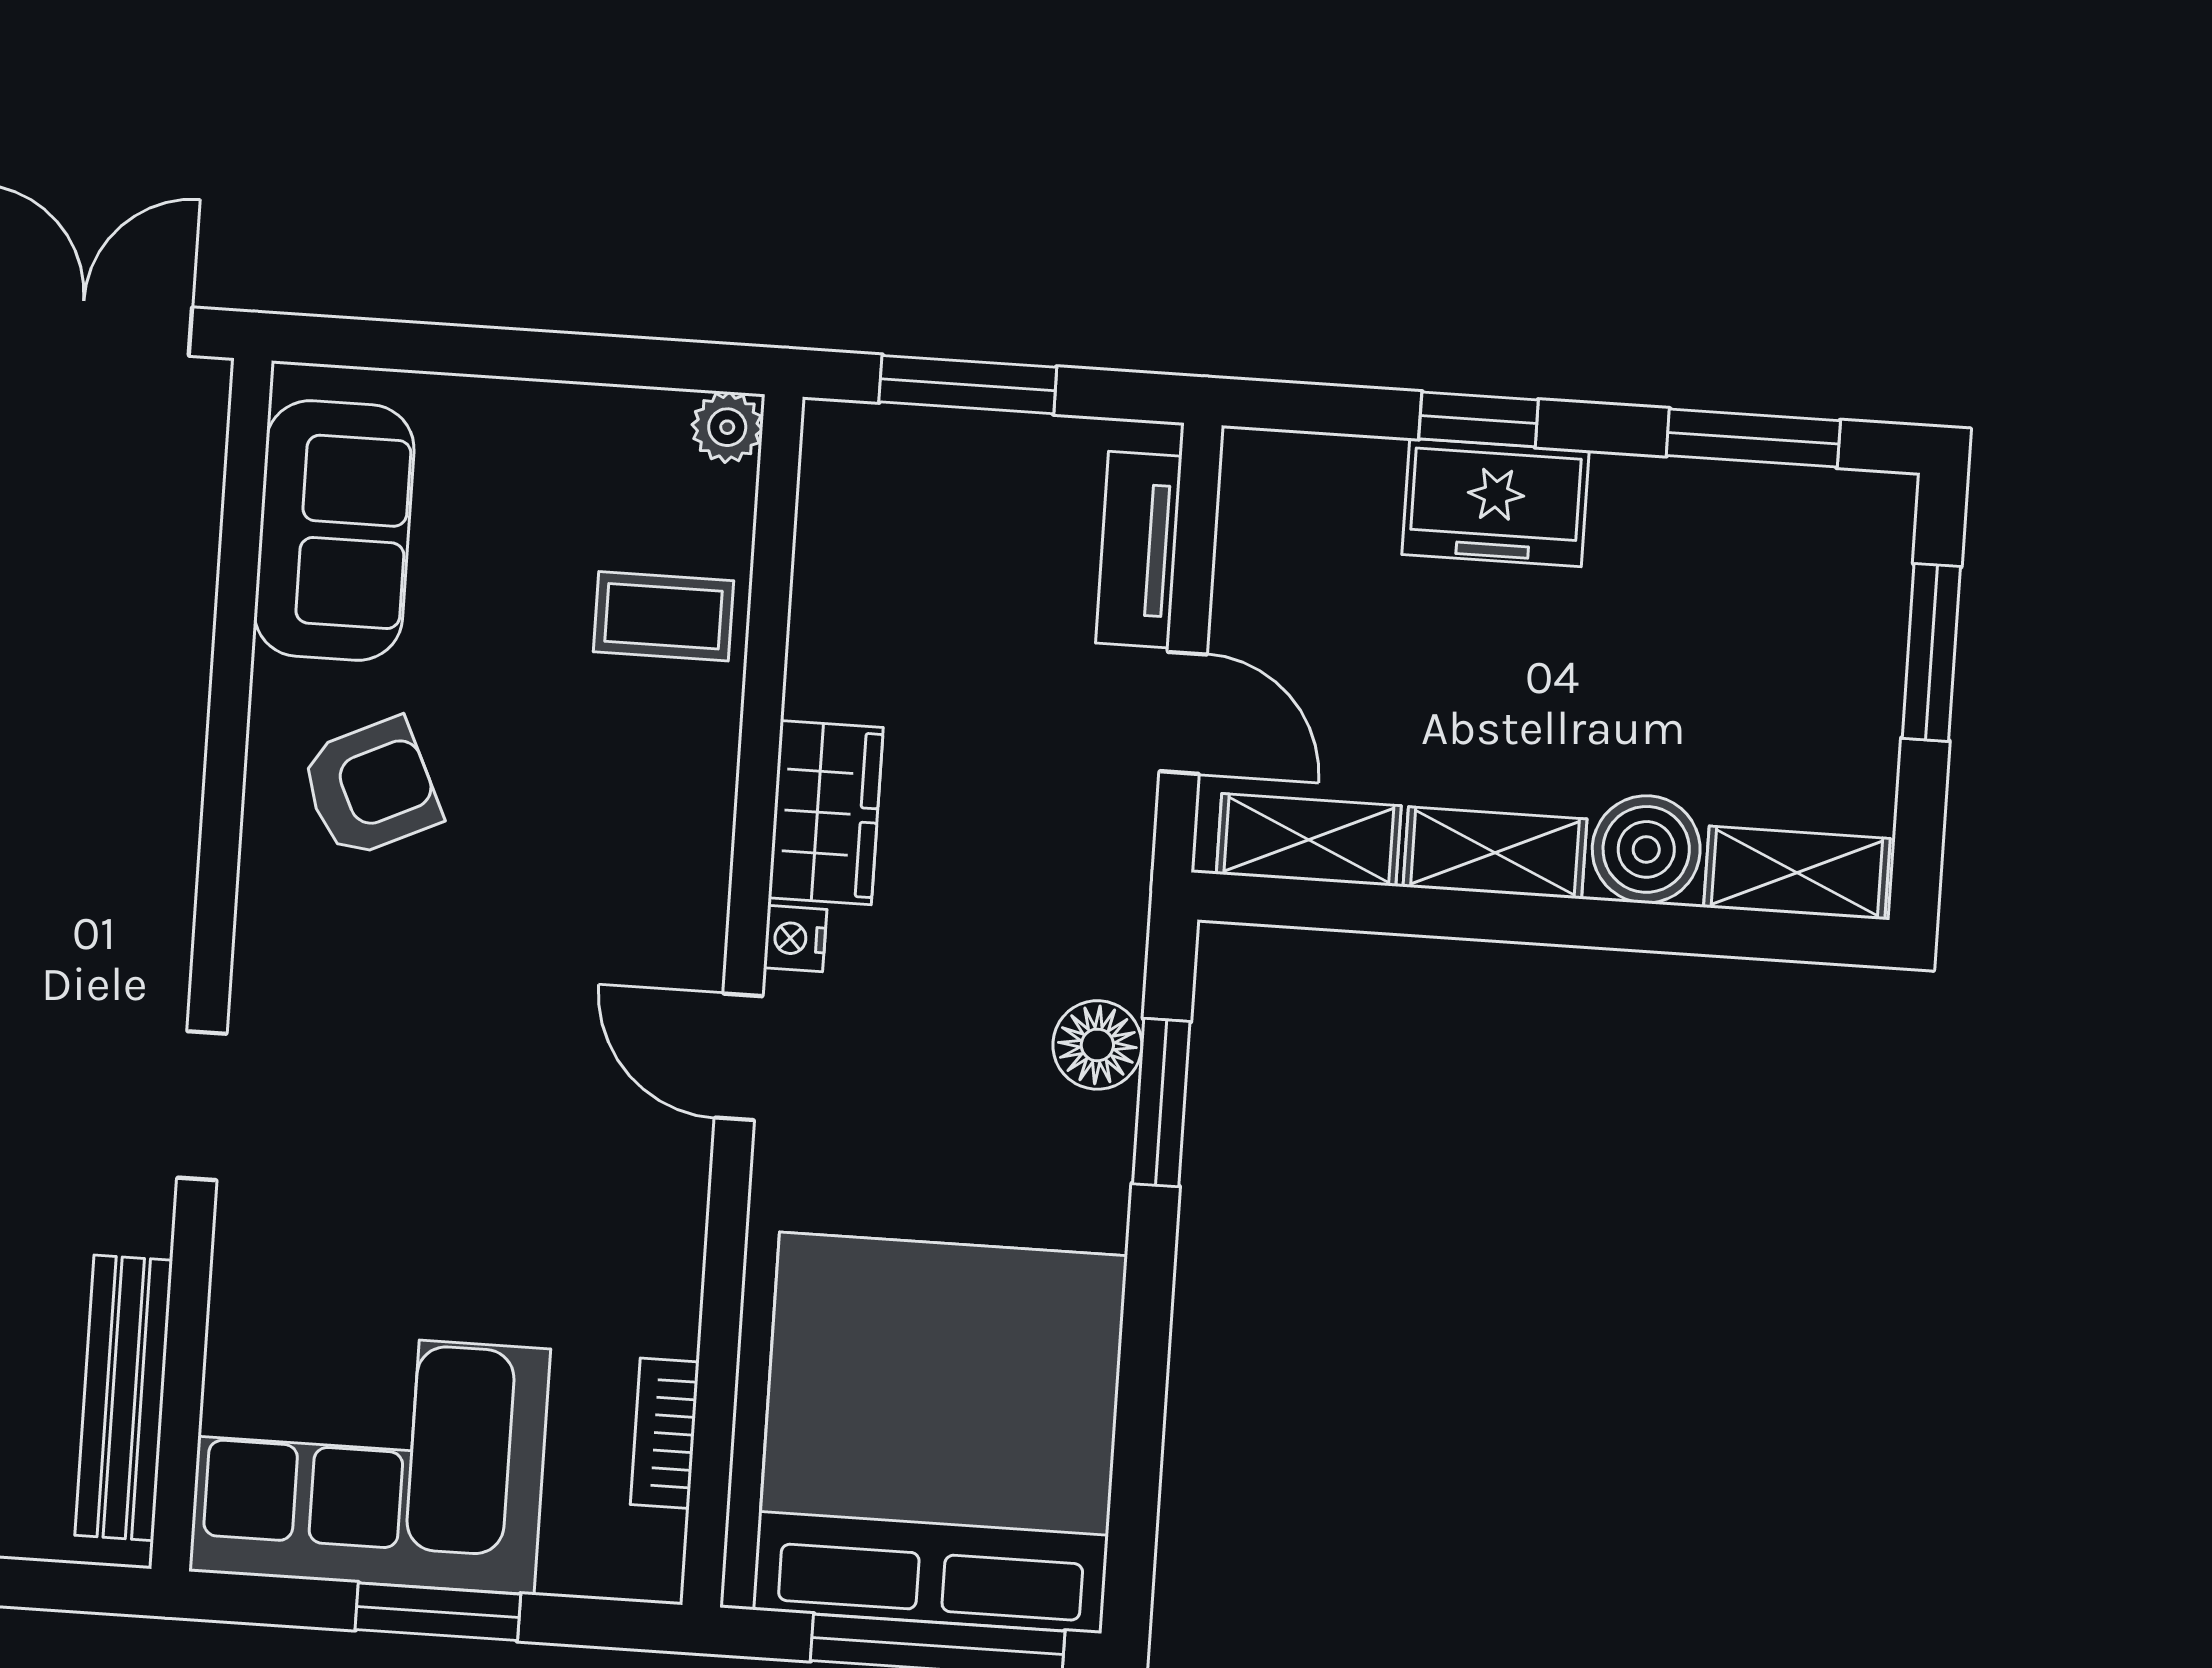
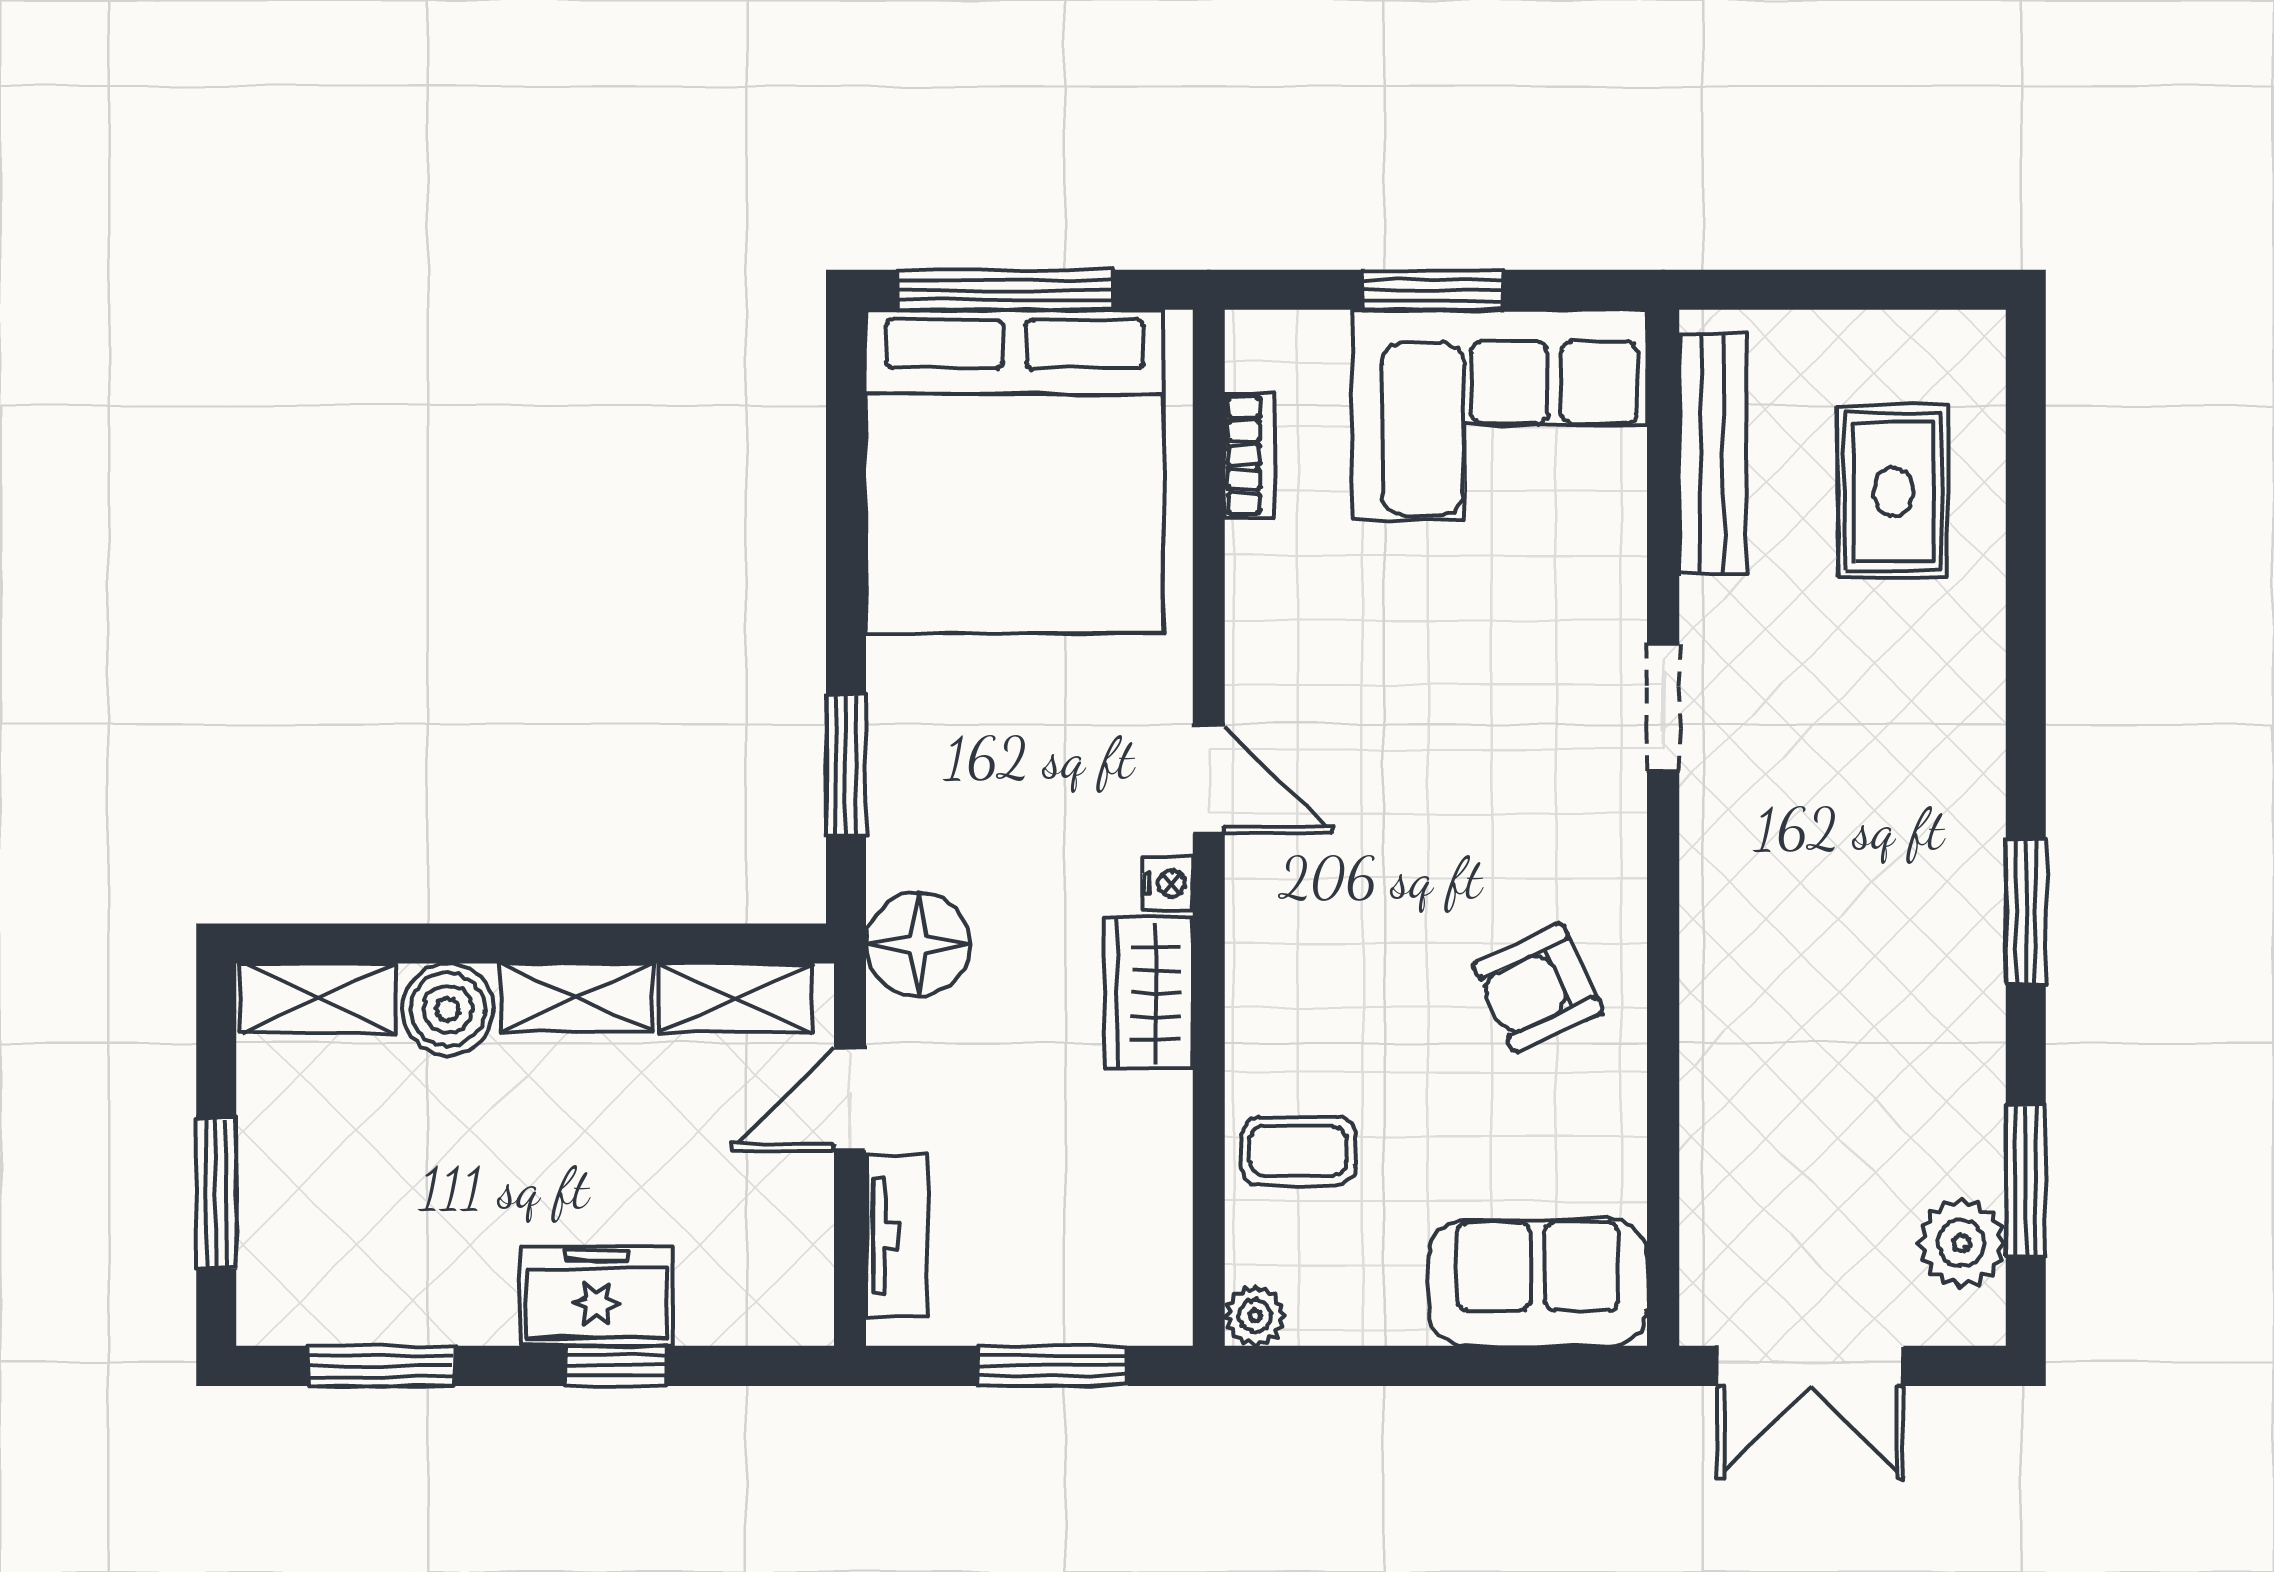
sofa: (334, 531) -> (1538, 1283), moved, turned 90
door: (1183, 713) -> (850, 1099), hinge flipped
floor lamp: (1097, 1045) -> (918, 945), moved, width x1.38, depth x1.38

